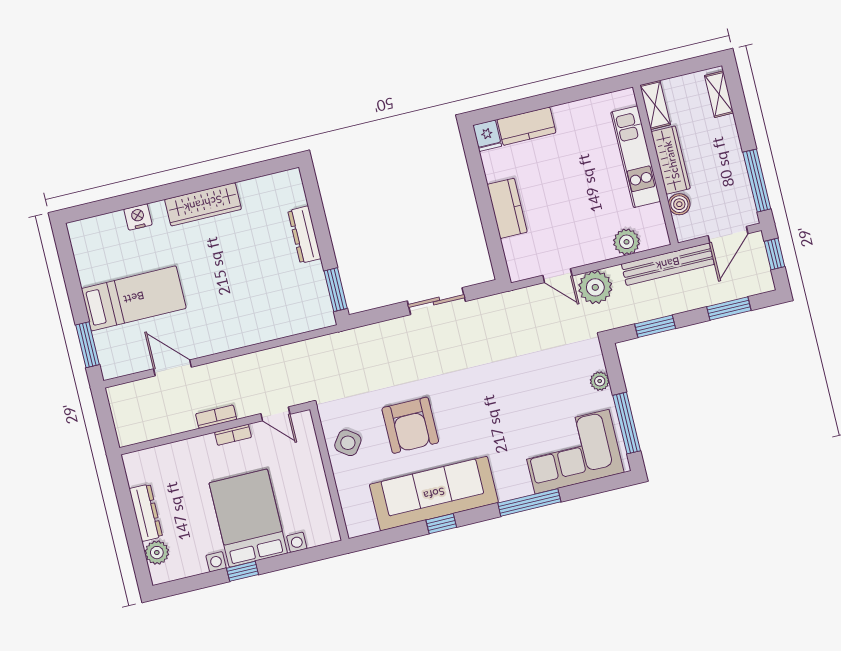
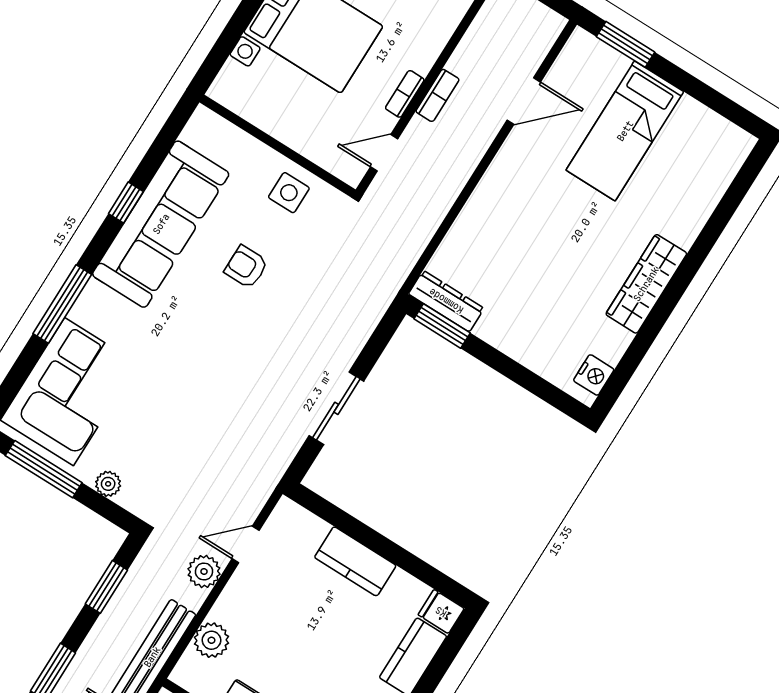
nightstand: (138, 217) -> (594, 375), moved
dresser: (304, 235) -> (446, 301), moved
plant: (595, 287) -> (204, 571), width x0.73, depth x0.73
armchair: (410, 425) -> (246, 267), width x0.53, depth x0.53
side table: (348, 443) -> (289, 193), turned -36

